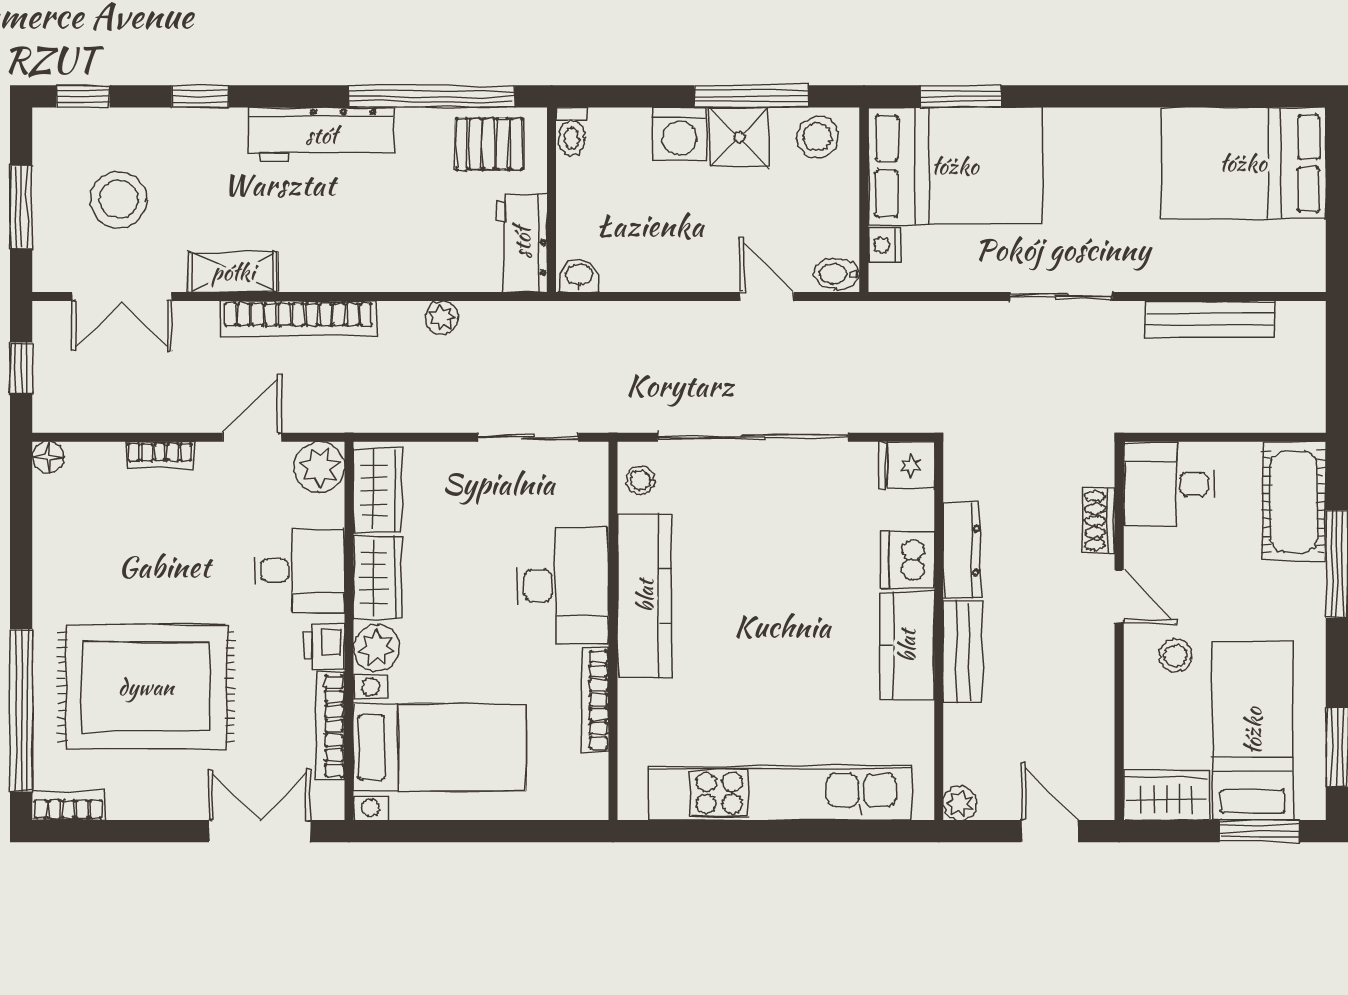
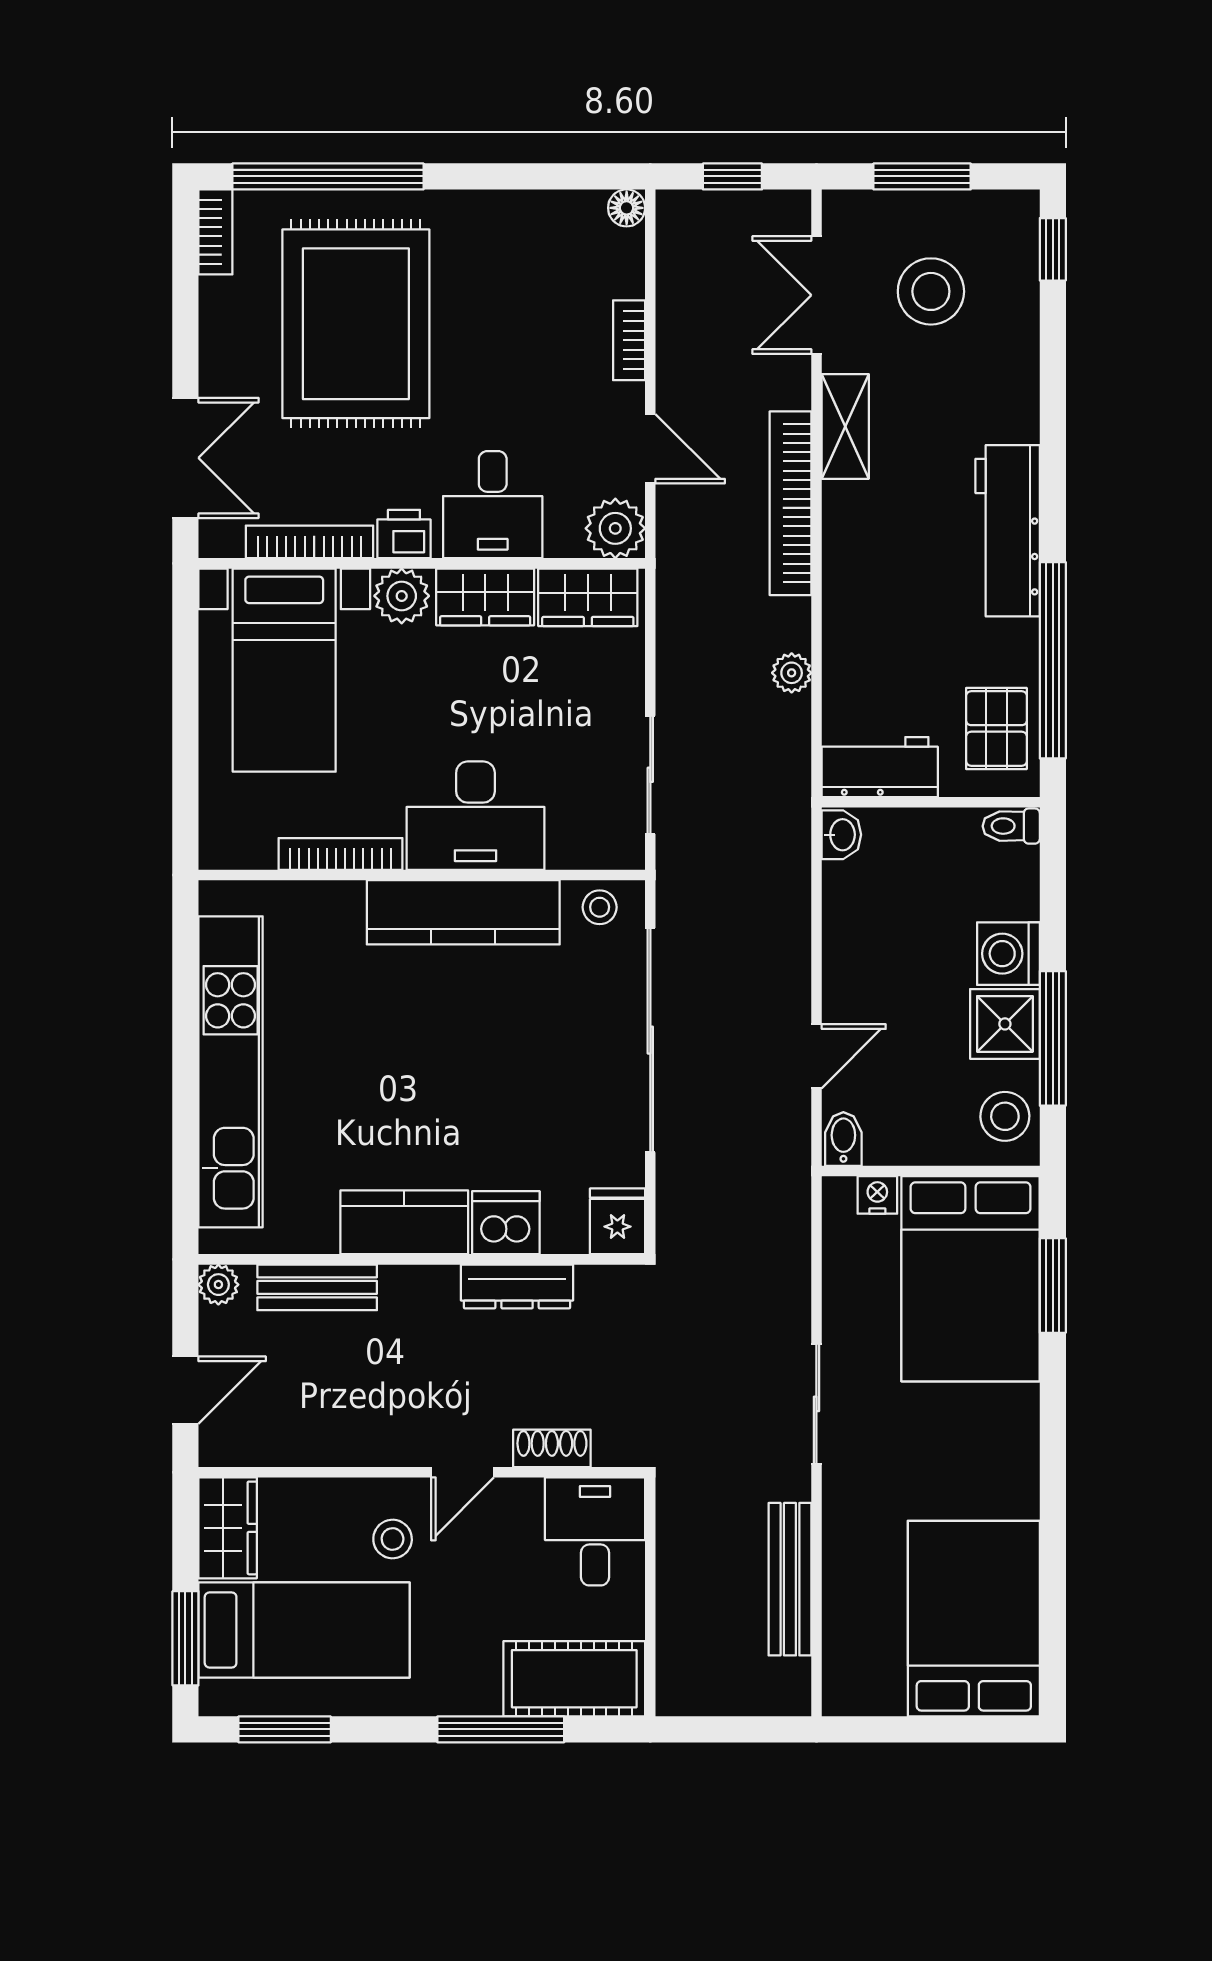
window: (200, 96) -> (1053, 388), removed
bench: (962, 652) -> (317, 1287), moved

